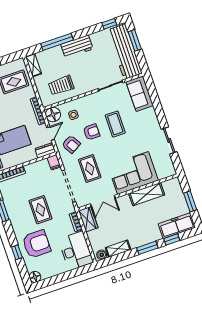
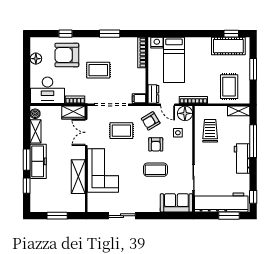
freezer: (177, 226) -> (38, 161), moved
armchair: (36, 244) -> (67, 55), turned 90
floor lamp: (35, 277) -> (36, 59), moved

